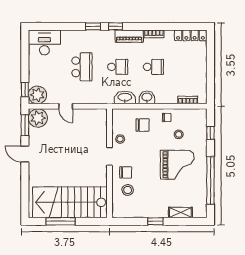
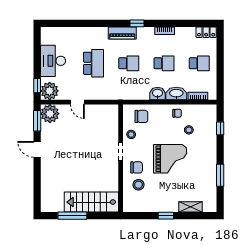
window: (93, 26) -> (104, 23), removed
window: (116, 26) -> (137, 23), moved
locker: (190, 35) -> (206, 32), width x0.66
piano: (129, 36) -> (122, 33), moved
desk: (44, 42) -> (53, 61), moved, turned -90
school desk: (189, 67) -> (199, 63), added
washbasin: (125, 98) -> (176, 94), moved
chair: (143, 125) -> (141, 116), moved
grand piano: (177, 165) -> (170, 159), moved
window: (210, 180) -> (220, 175), width x0.47
stairs: (70, 202) -> (91, 202), width x0.73, depth x0.66

